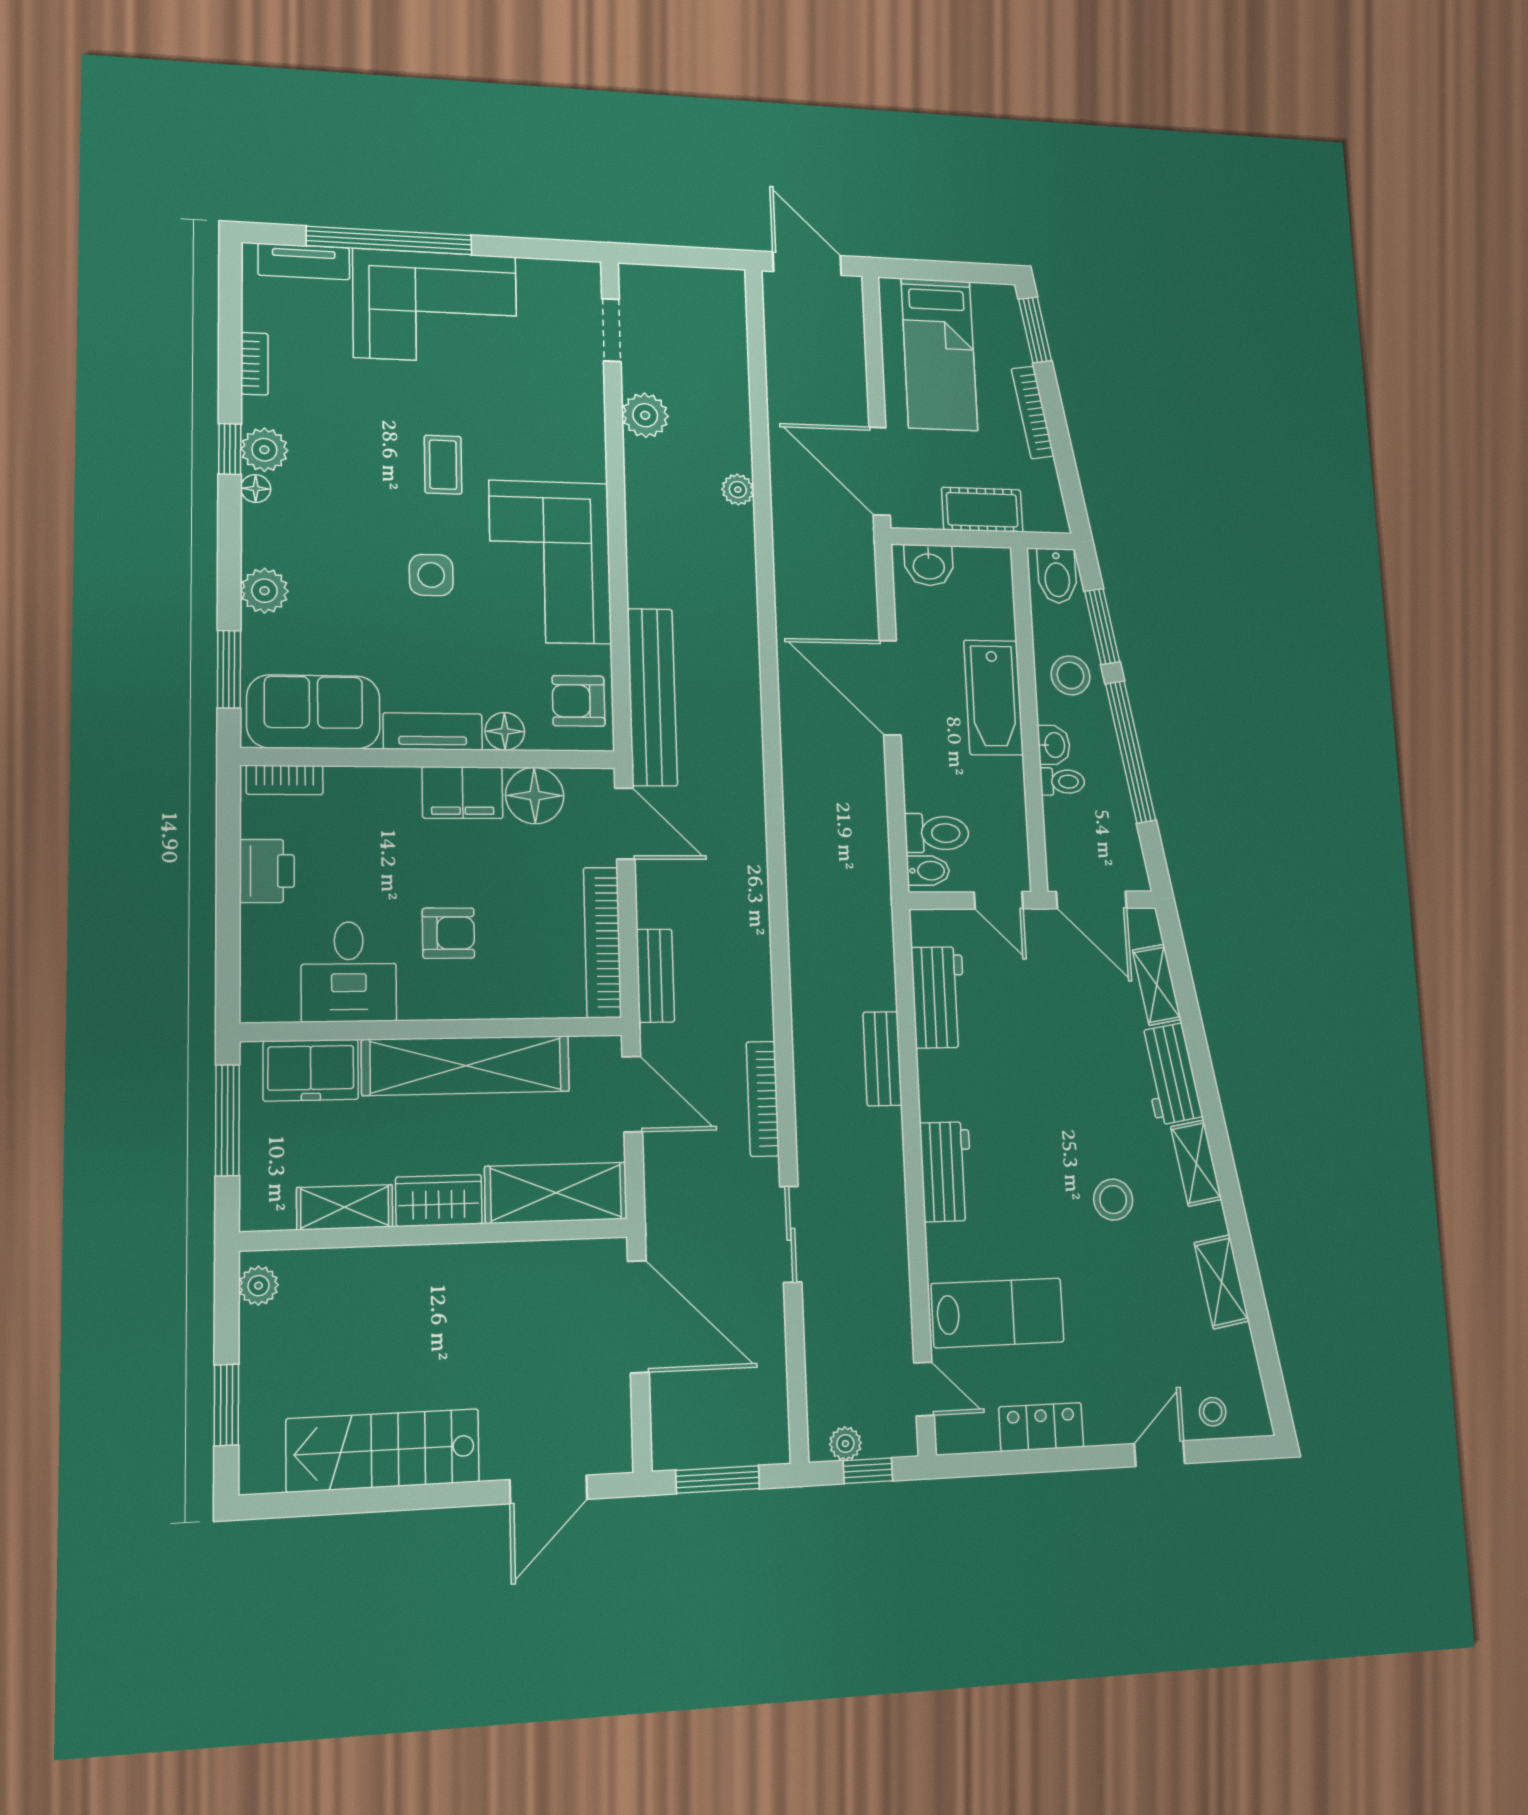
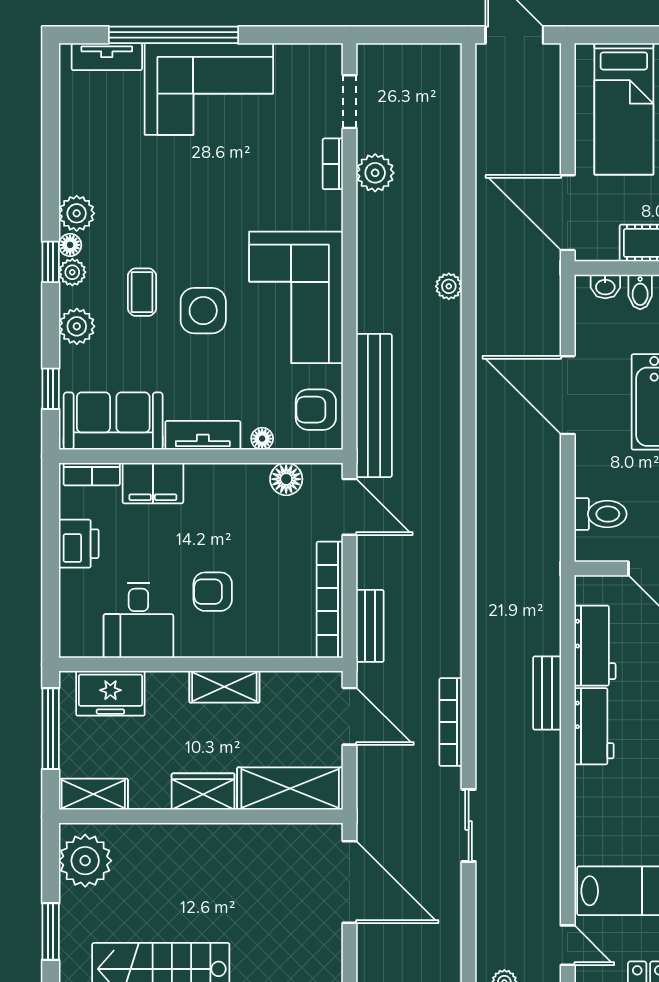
bookcase: (254, 364) -> (333, 164), moved, turned 180
window: (230, 449) -> (51, 262), moved
coffee table: (443, 465) -> (142, 292), moved
plant: (738, 490) -> (449, 286), moved
plant: (259, 523) -> (72, 272), added
washbasin: (929, 565) -> (605, 286), width x0.72, depth x0.69
side table: (431, 575) -> (203, 311), width x1.37, depth x1.37
window: (229, 669) -> (51, 389), width x0.67
floor lamp: (505, 731) -> (262, 439), width x0.73, depth x0.73
filing cabinet: (462, 793) -> (153, 483), moved
floor lamp: (535, 796) -> (286, 479), width x0.73, depth x0.73
bidet: (928, 871) -> (640, 292), moved, turned 90
armchair: (448, 933) -> (213, 592), turned 180
shelving: (466, 1065) -> (224, 687), width x0.45, depth x0.75
workbench: (946, 1172) -> (594, 726), moved
shelving: (345, 1207) -> (93, 794), moved
plant: (258, 1286) -> (85, 861), width x1.88, depth x1.88

